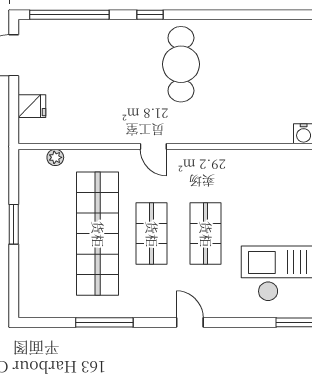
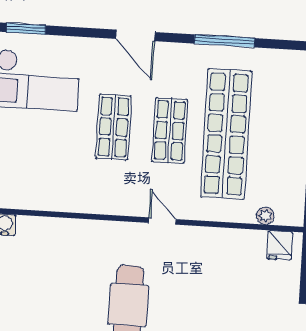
fridge: (32, 106) -> (280, 245), moved, turned -90
door: (190, 322) -> (136, 35), width x1.38

